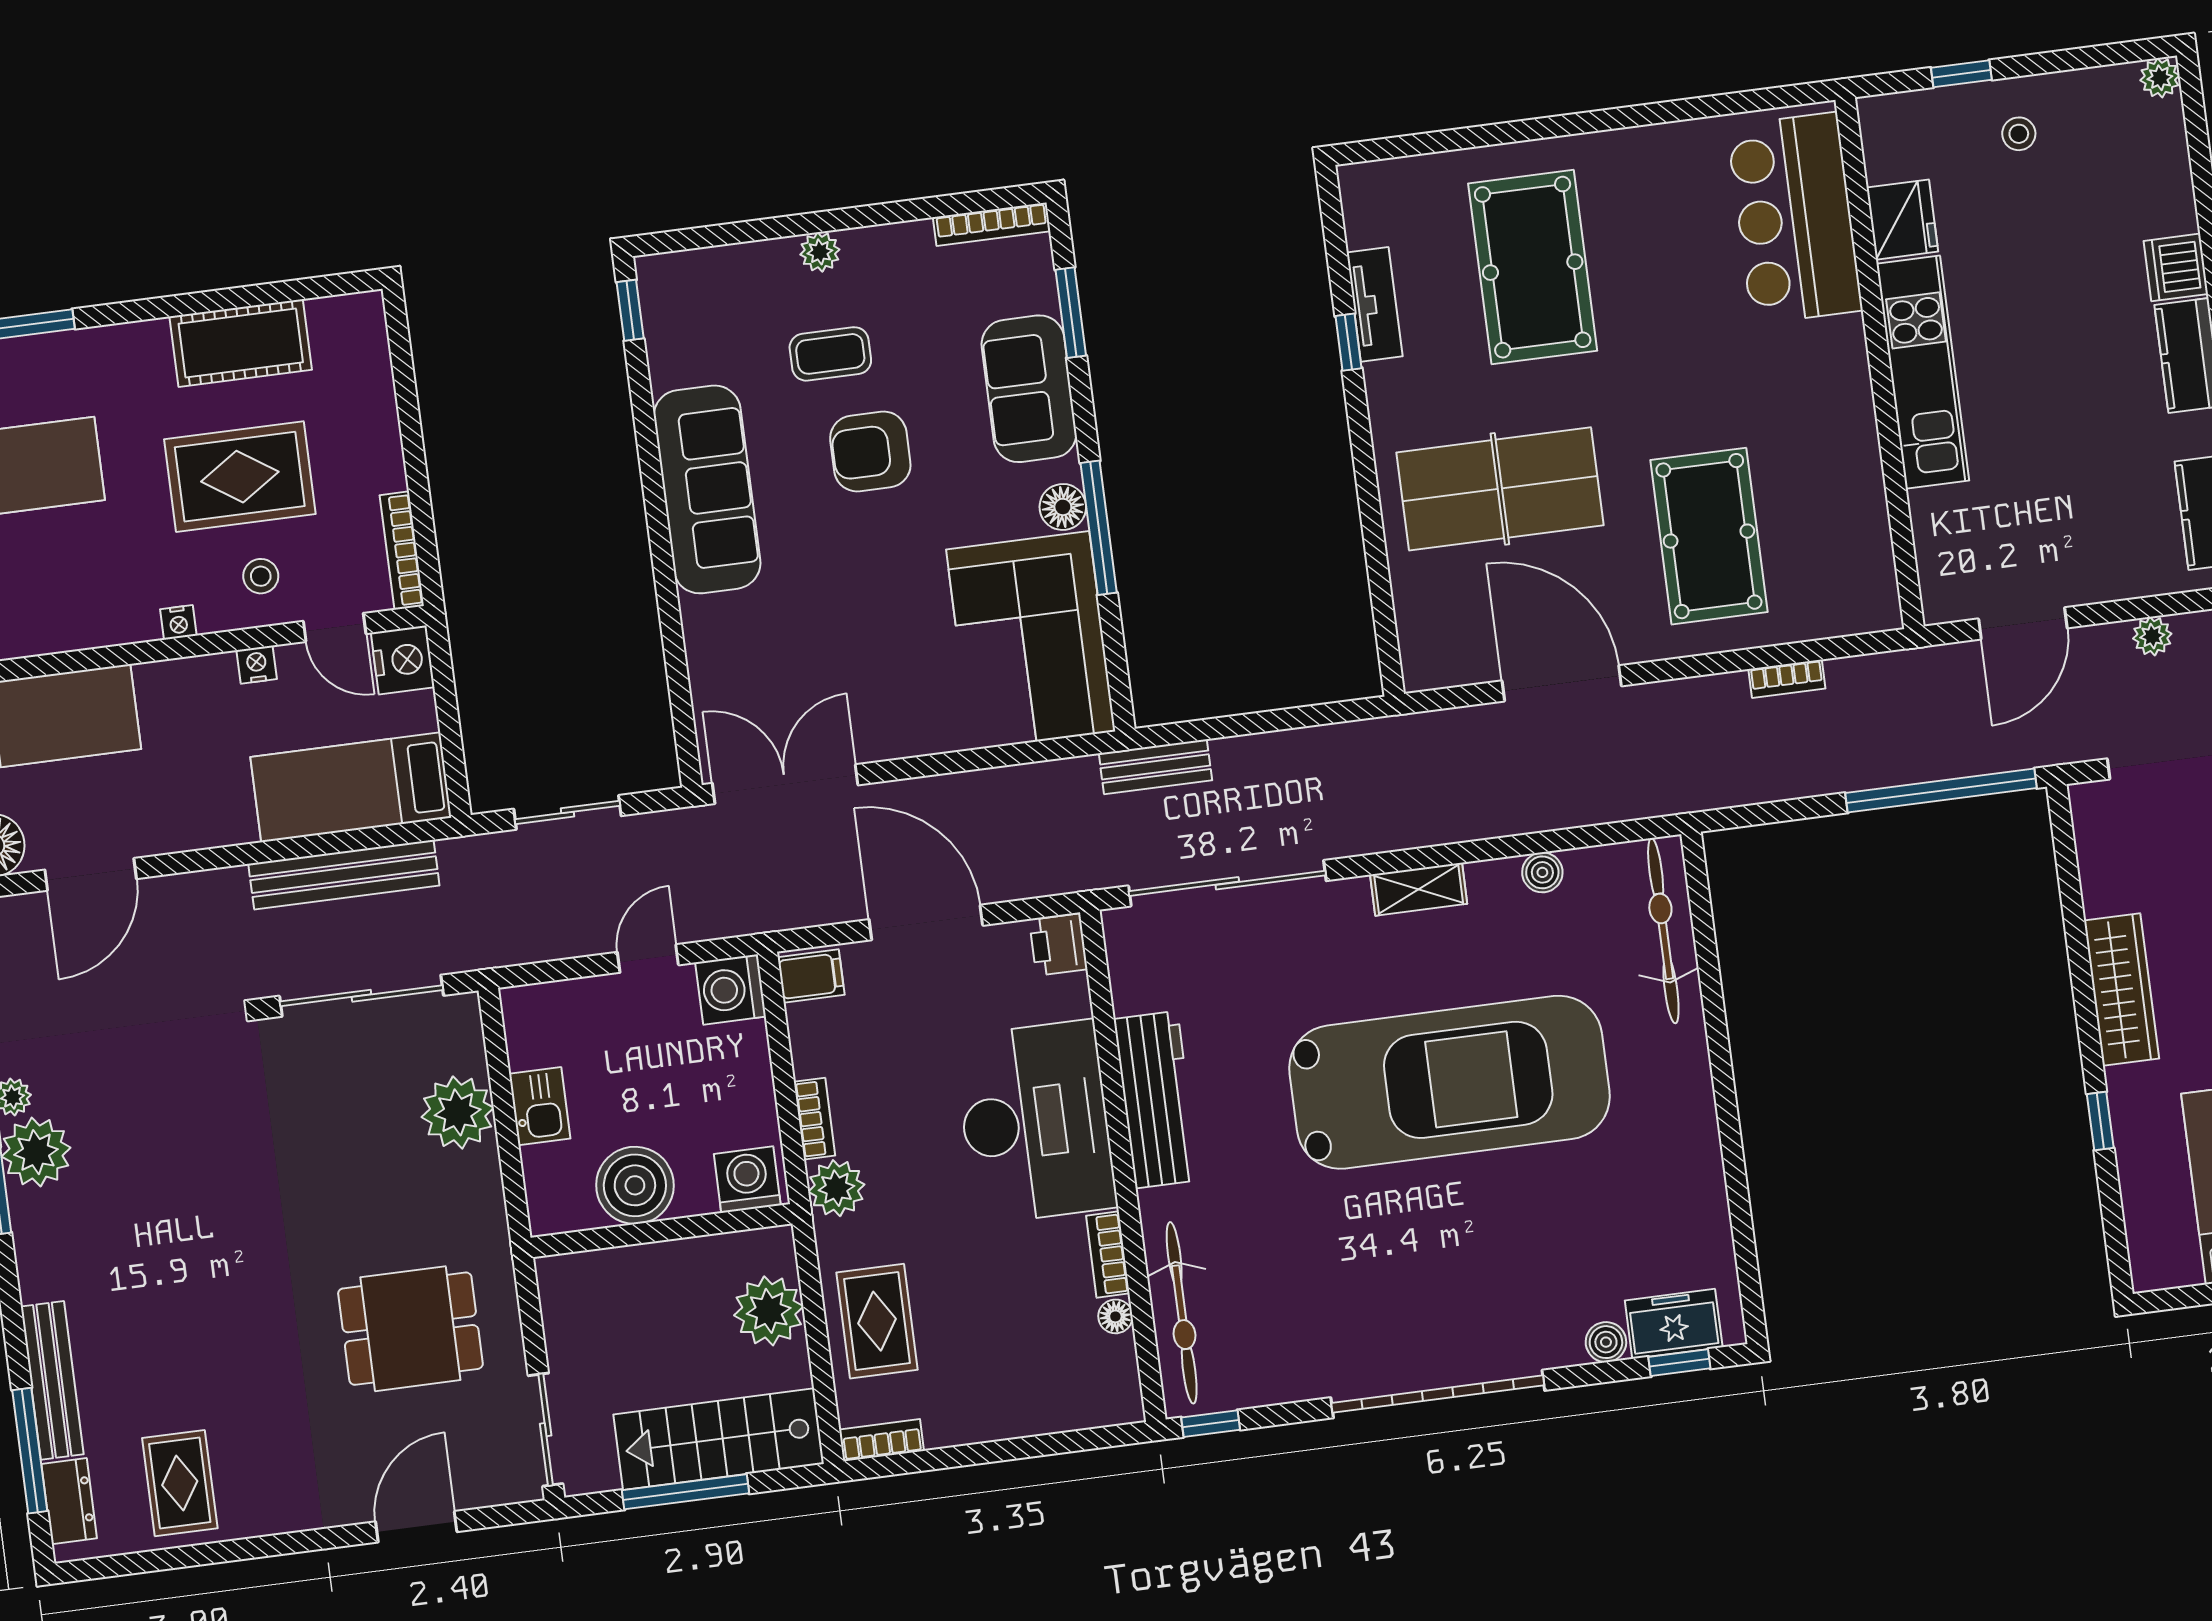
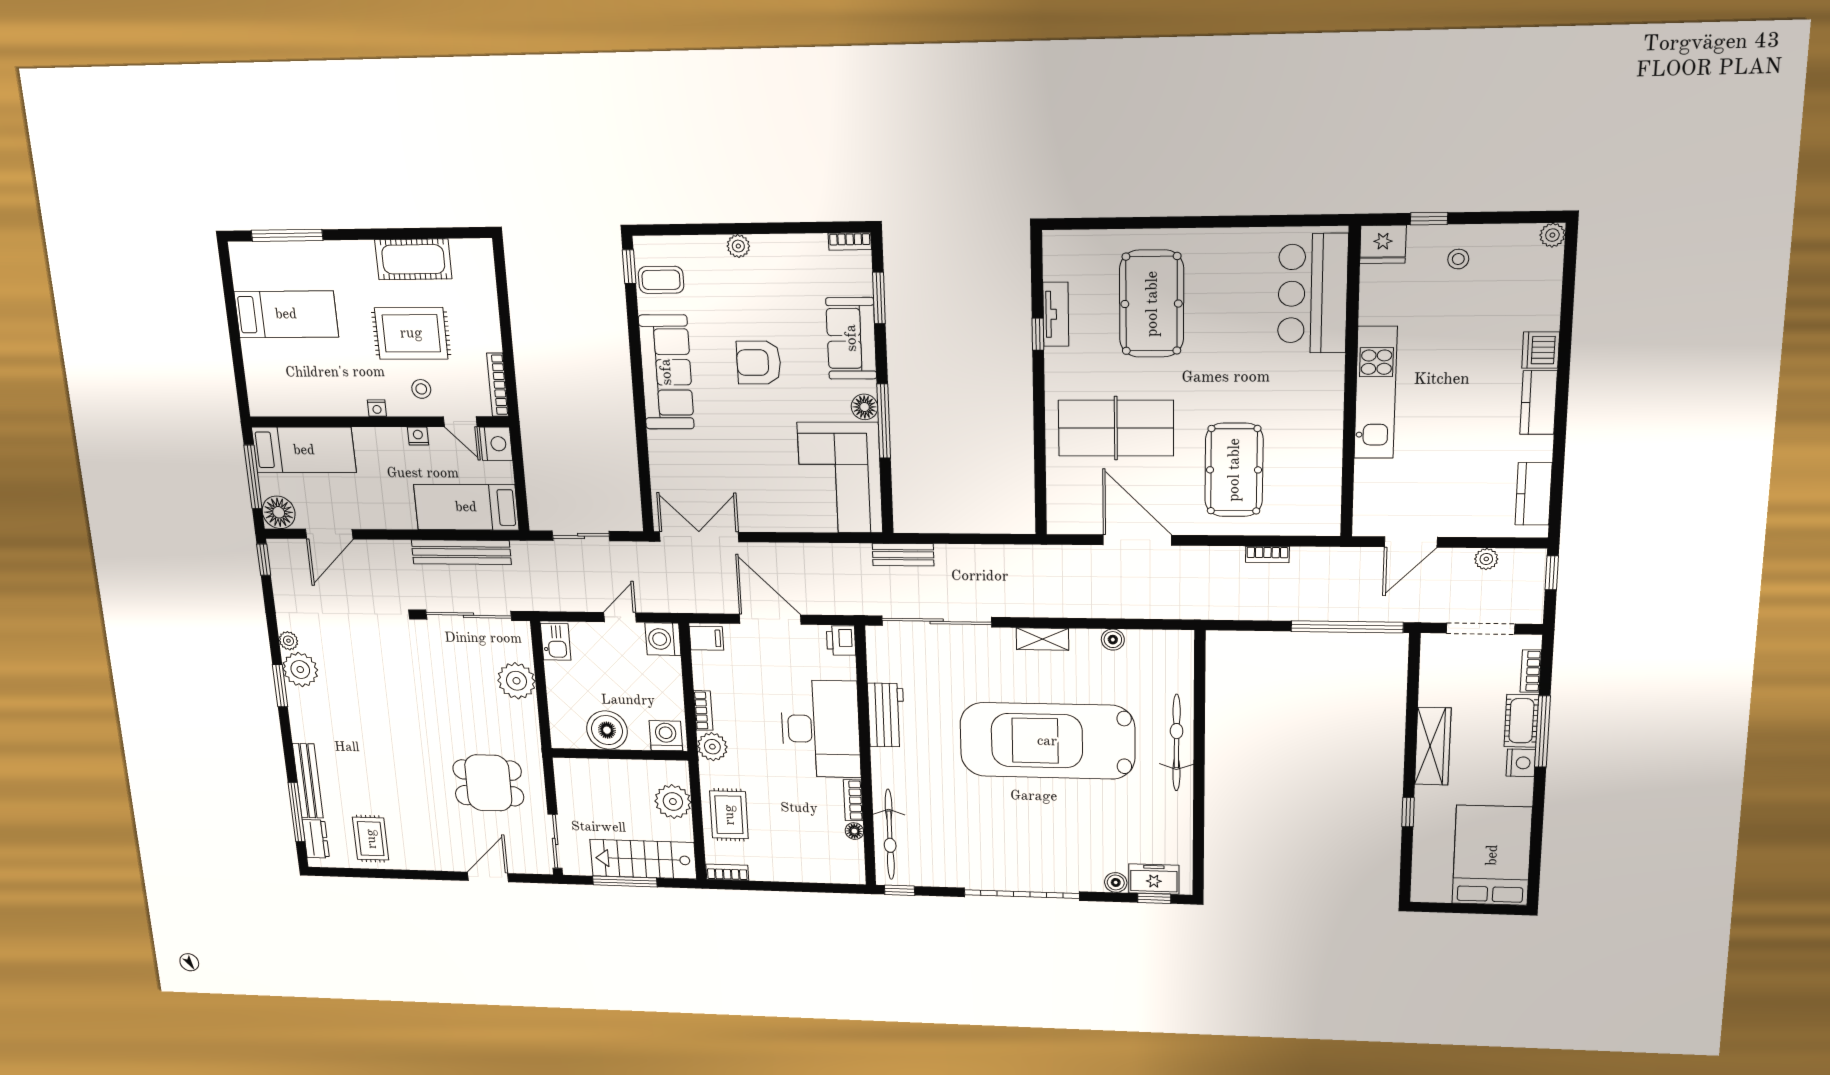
fridge: (1902, 220) -> (1383, 244), moved, turned 90
bookcase: (992, 224) -> (850, 241), width x0.64
coffee table: (830, 354) -> (661, 280), moved
bicycle: (1663, 931) -> (1177, 743), moved
car: (1449, 1082) -> (1047, 741), turned 180
workbench: (1156, 1100) -> (886, 715), width x0.73
kitchen sink: (540, 1106) -> (556, 642), moved

